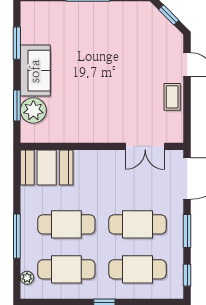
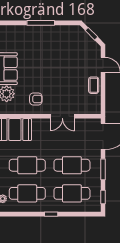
armchair: (80, 119) -> (36, 99), added
double door: (145, 146) -> (62, 116), moved

